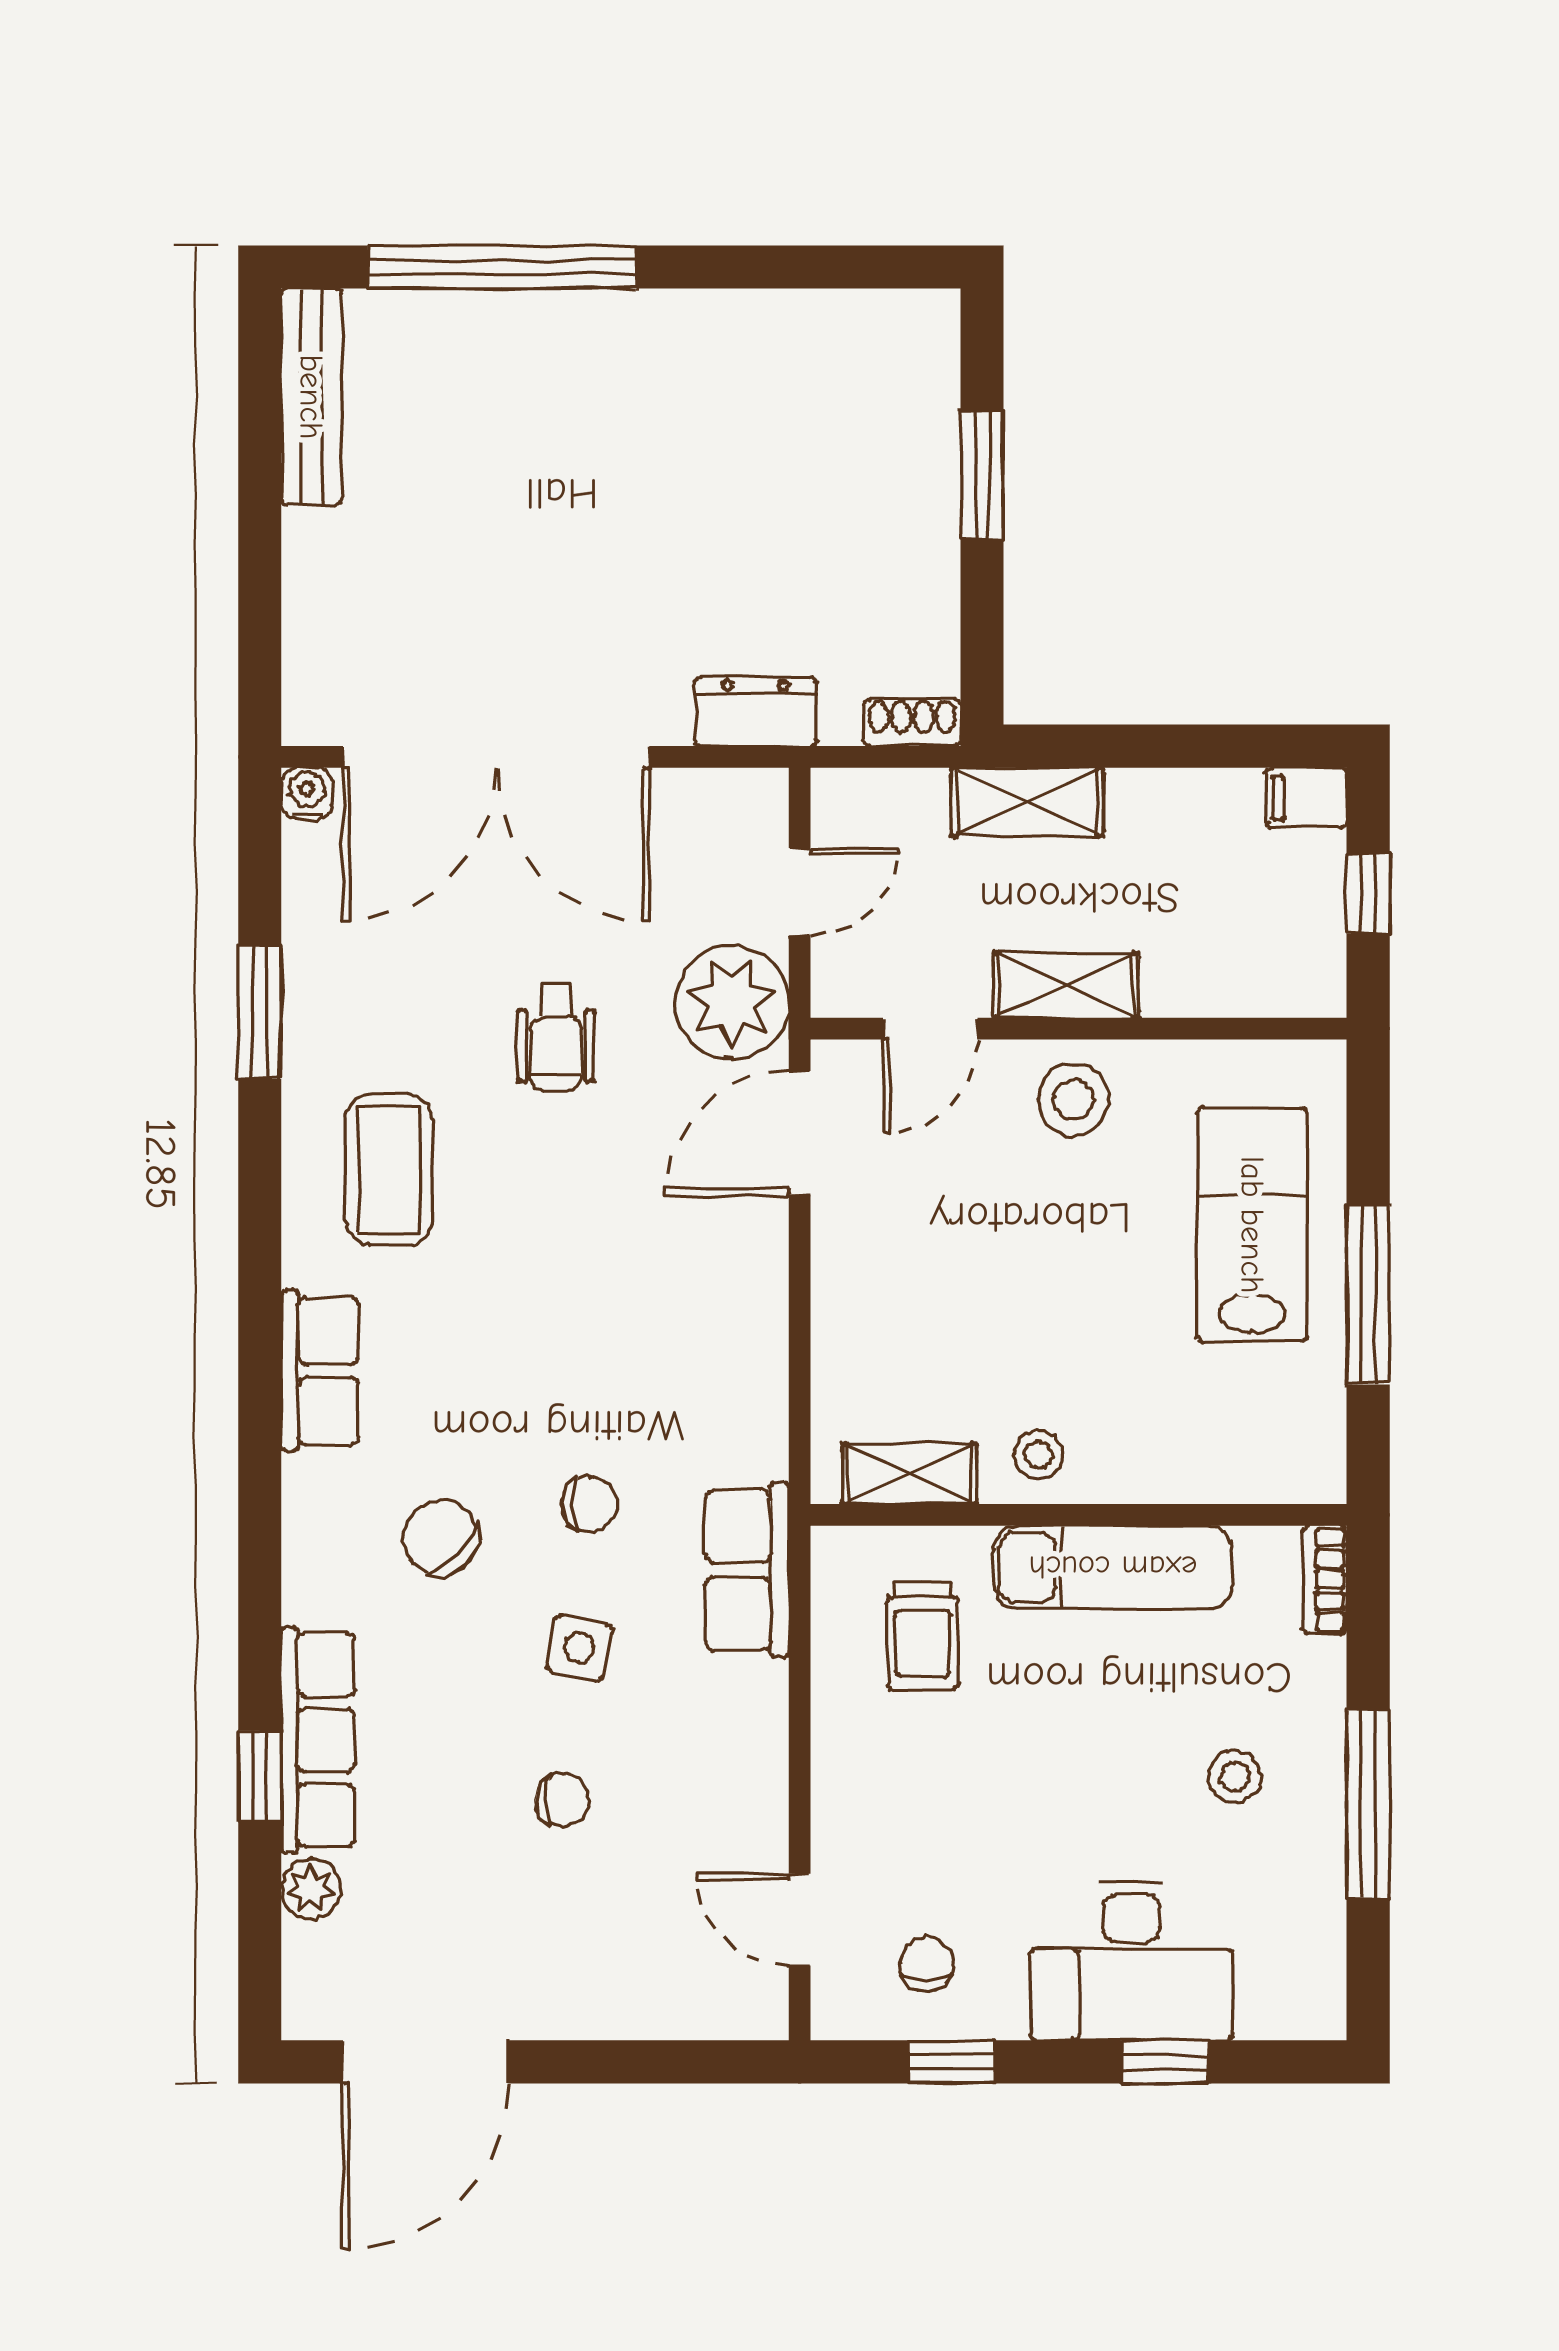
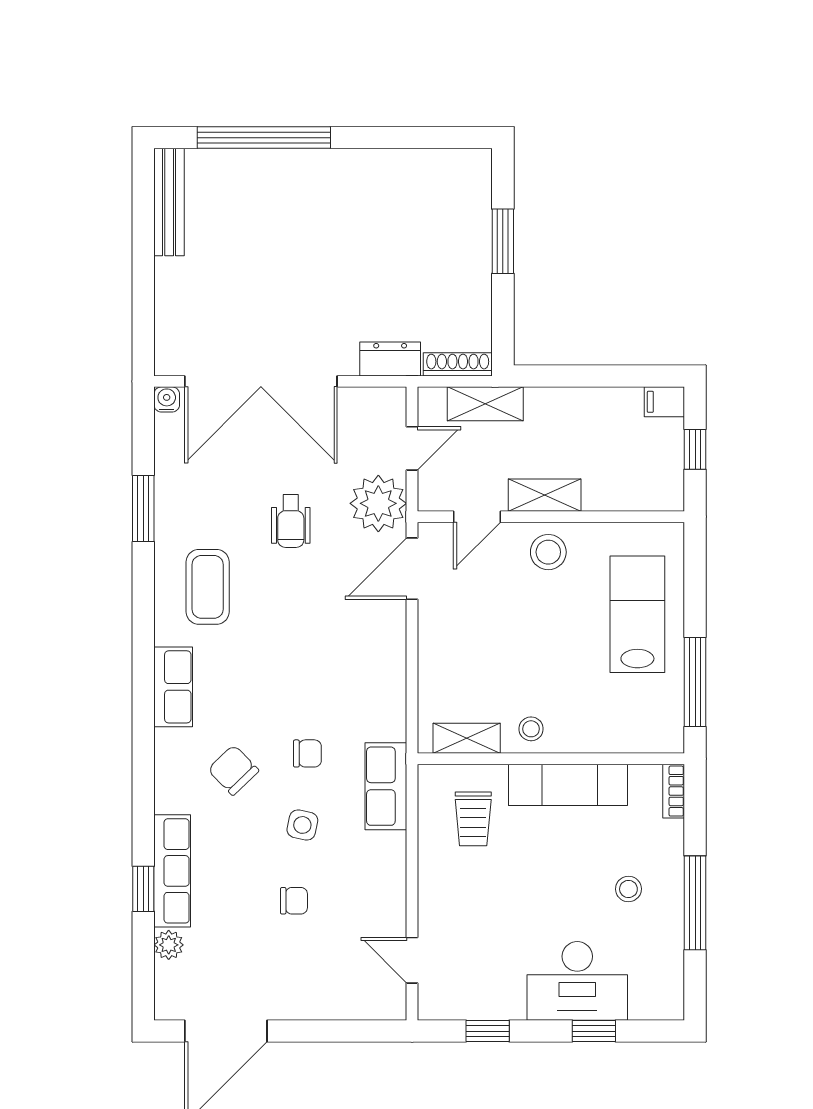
shoe rack: (912, 723) -> (458, 364), width x1.43
shelving: (1027, 802) -> (485, 404), moved
window: (1368, 1295) -> (695, 682), moved
chair: (927, 1964) -> (475, 982), removed

